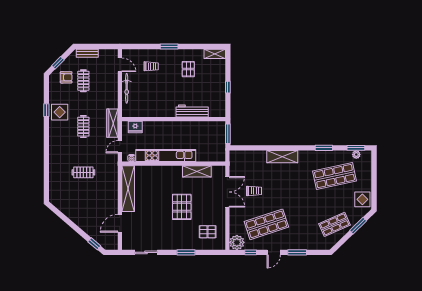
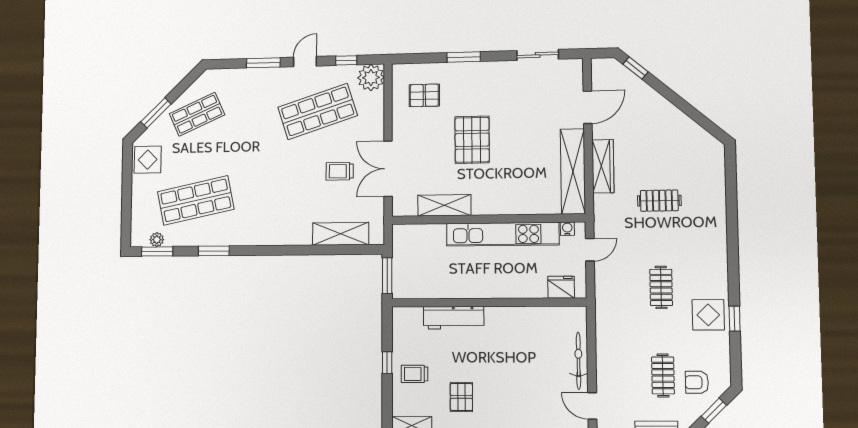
trolley: (151, 66) -> (415, 374), moved
wardrobe: (112, 123) -> (603, 166), moved
shelving: (282, 157) -> (341, 234), moved

